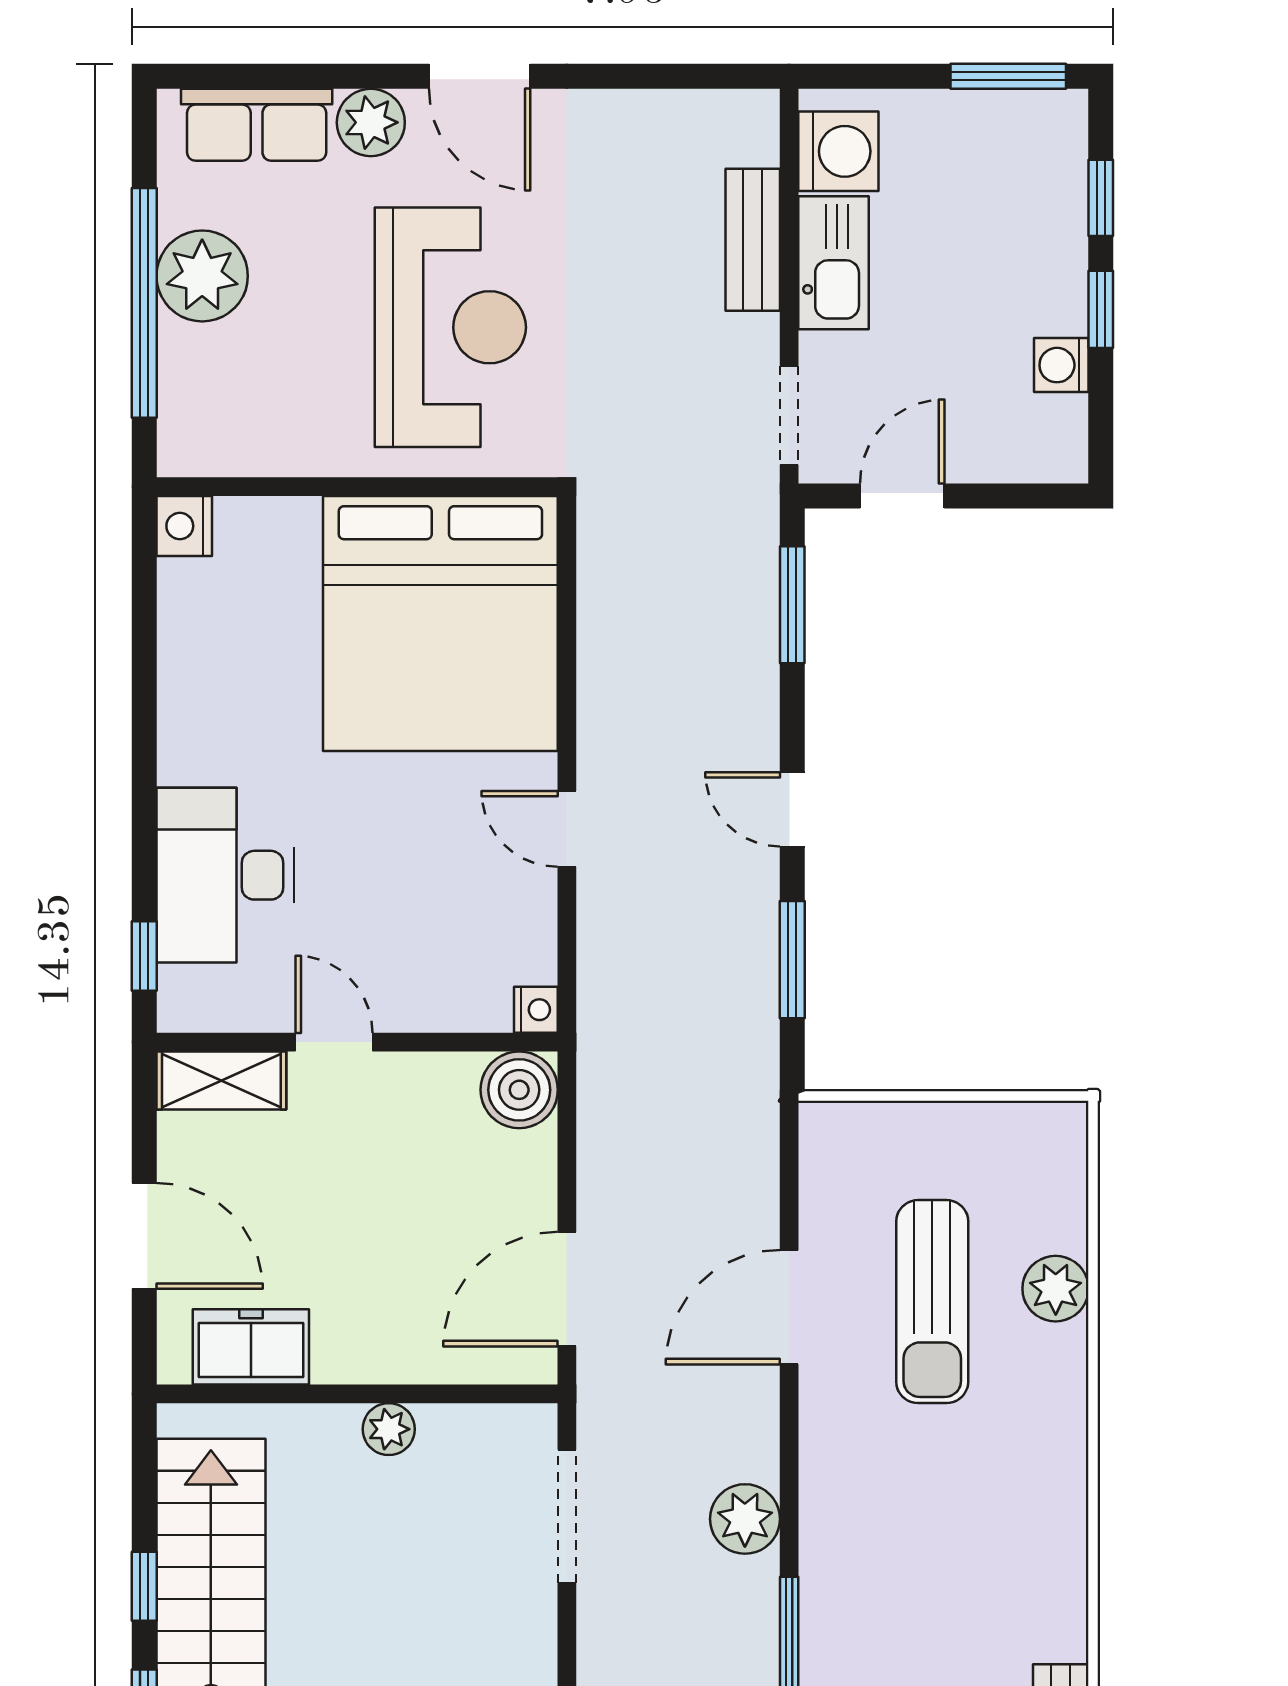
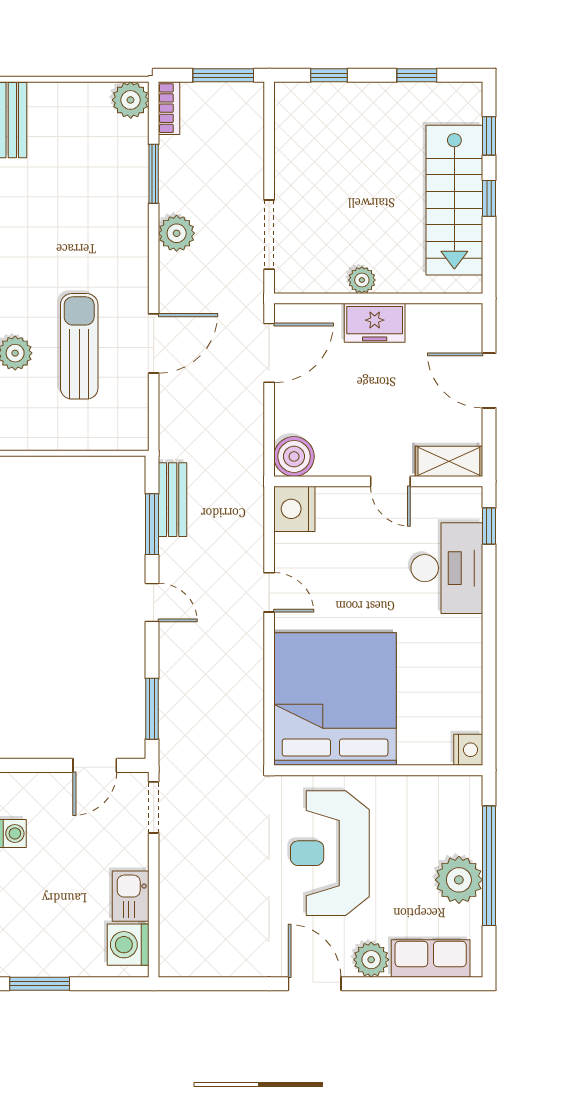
bench: (753, 240) -> (173, 500), moved
kitchen sink: (834, 263) -> (131, 896), width x0.73
nightstand: (536, 1010) -> (294, 509), width x1.89, depth x1.79
freezer: (251, 1347) -> (375, 323), moved

